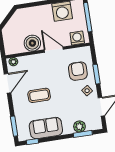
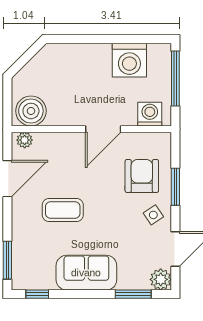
boiler: (32, 43) -> (31, 111), moved
door: (54, 50) -> (103, 129), swing flipped
plant: (79, 127) -> (161, 279), moved
sofa: (46, 128) -> (86, 273), moved

